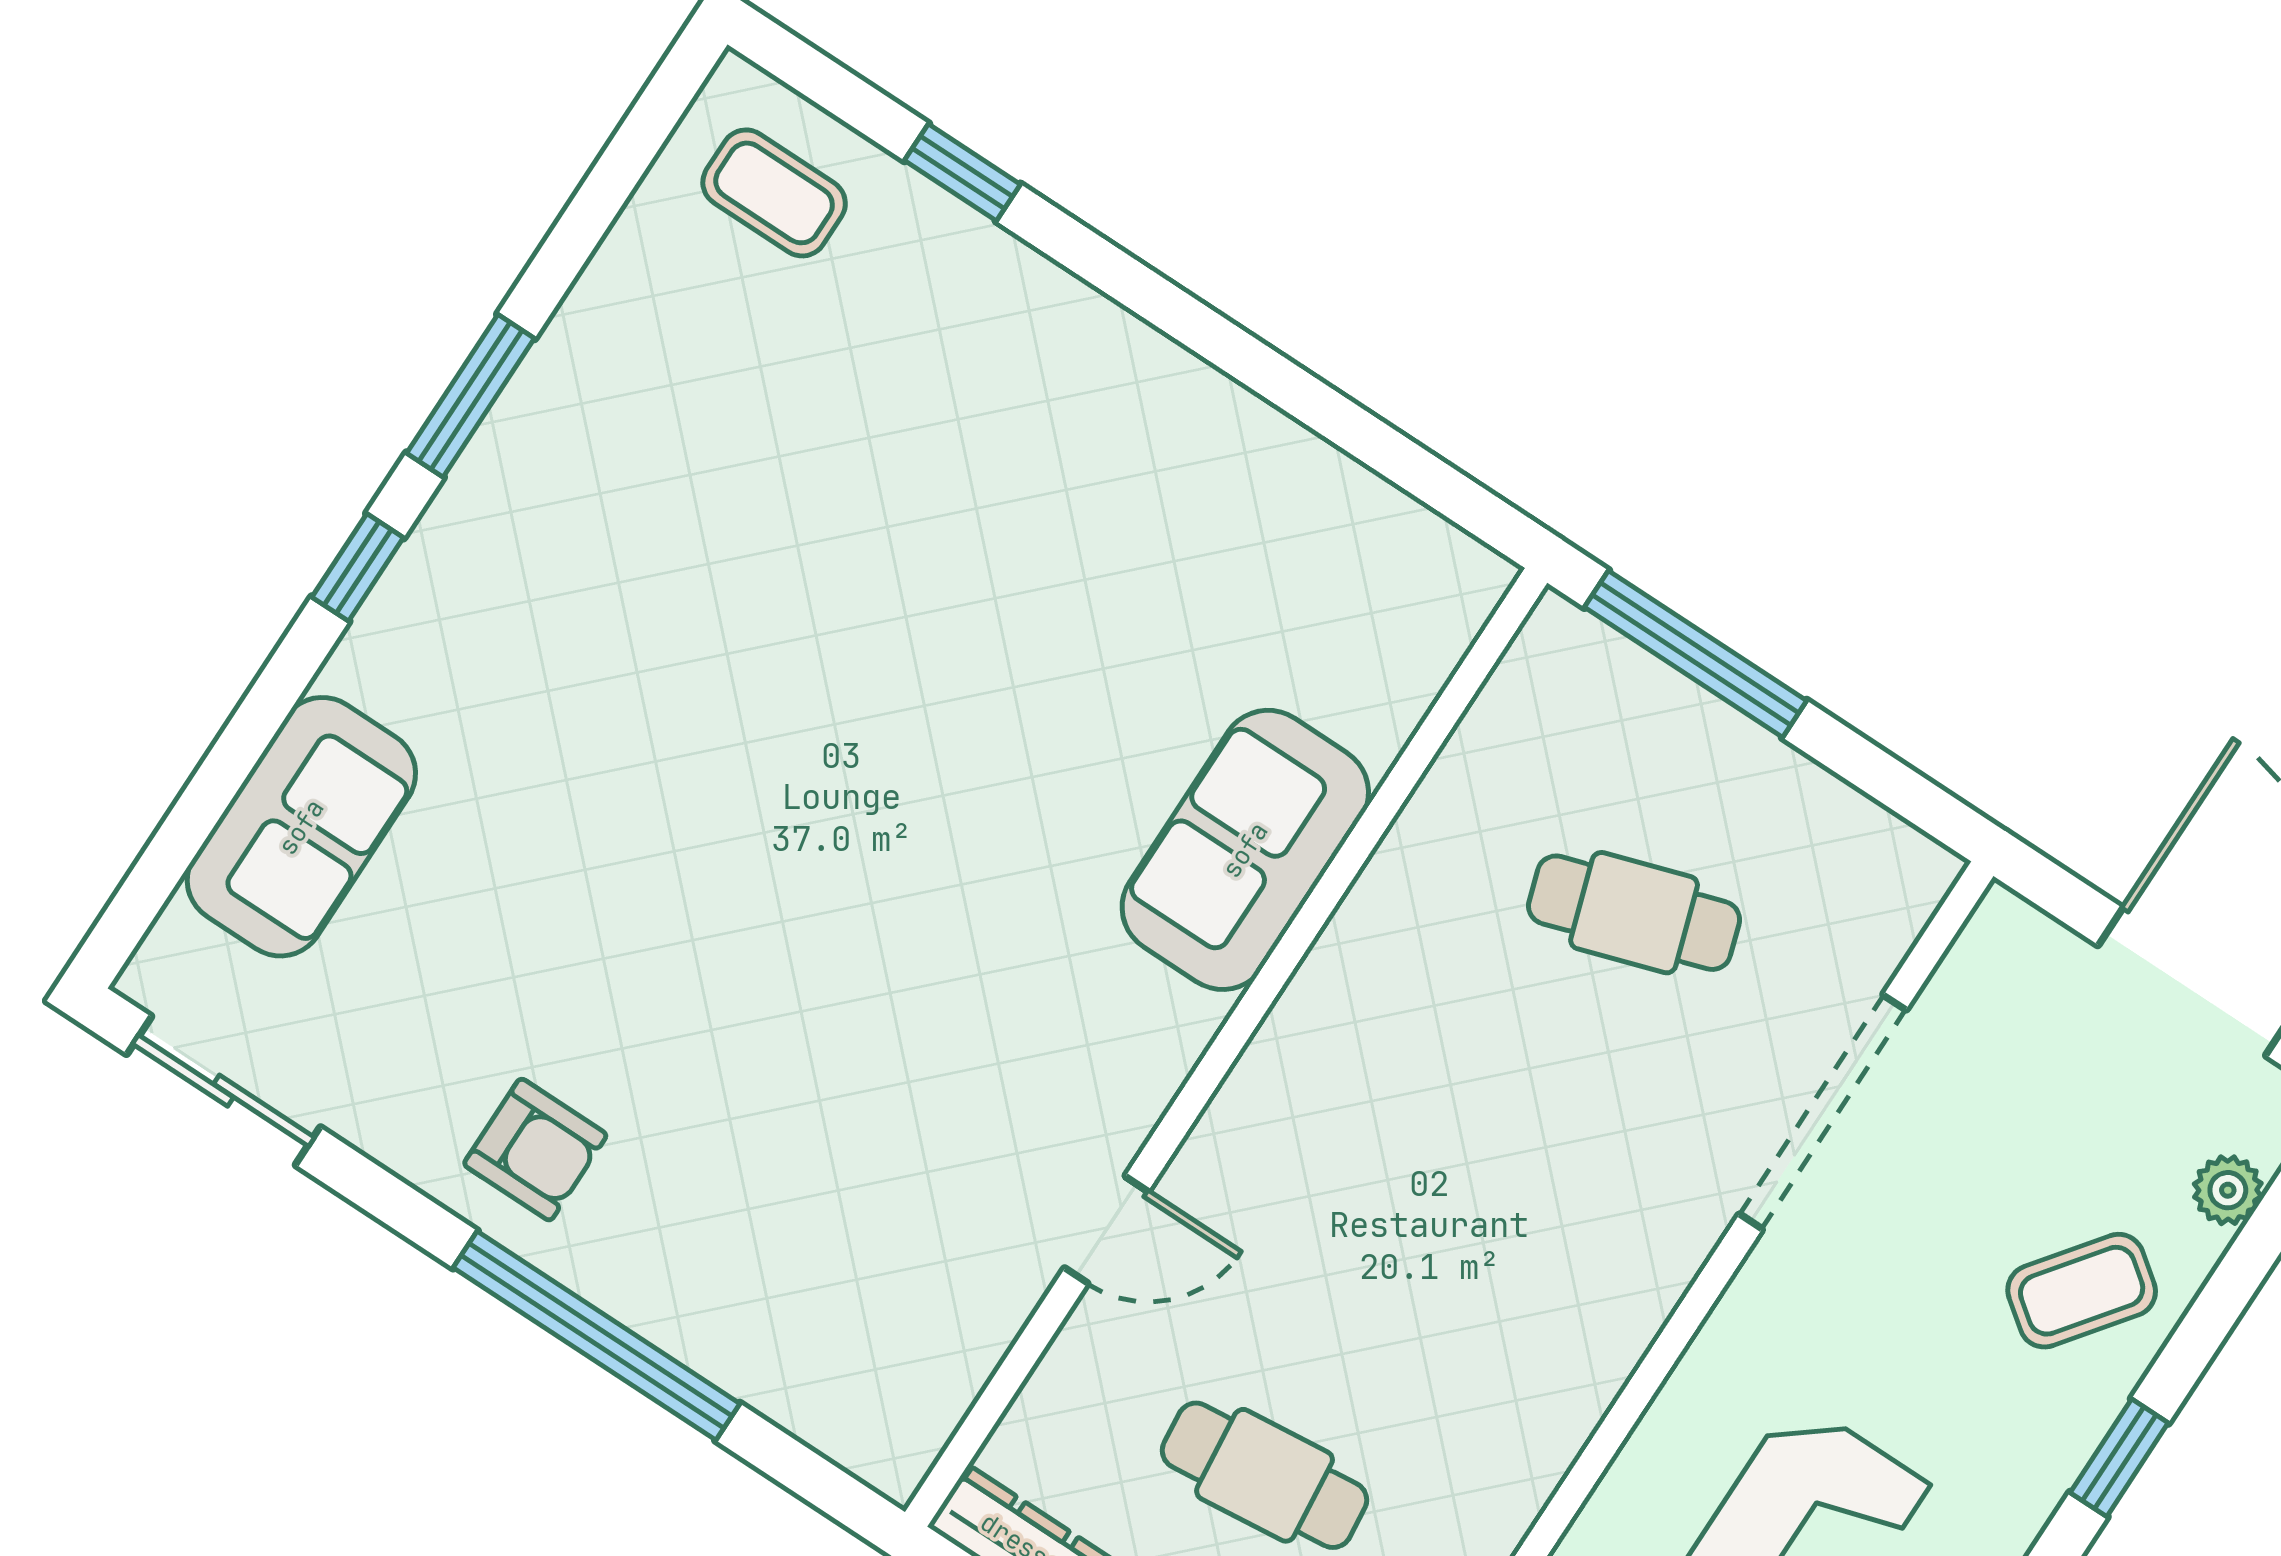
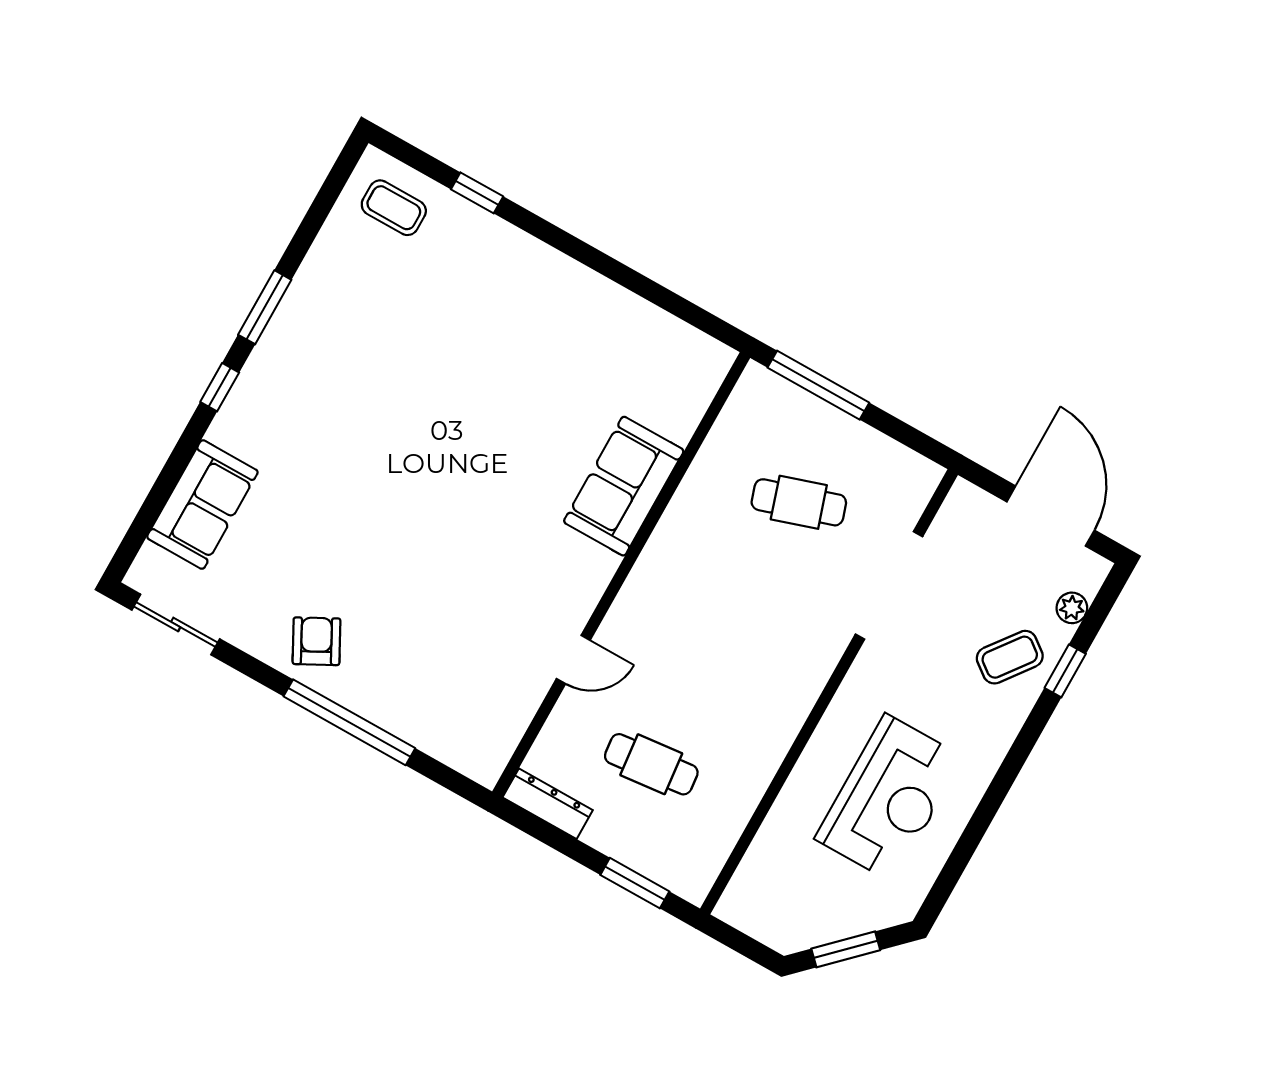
armchair: (535, 1150) -> (316, 641), turned -118
window: (2119, 1458) -> (1065, 671), moved

